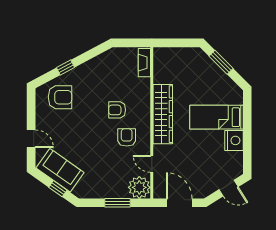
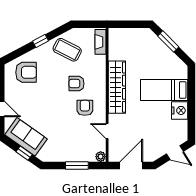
window: (65, 68) -> (40, 41), moved
coffee table: (107, 72) -> (67, 50), added
plant: (139, 187) -> (101, 157), width x0.53, depth x0.53
door: (179, 203) -> (131, 166), hinge flipped

